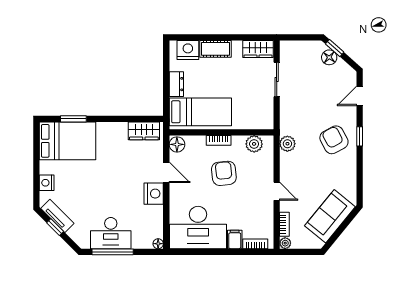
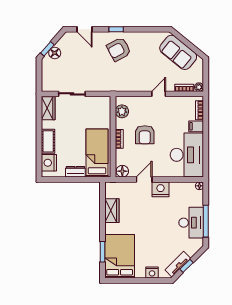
wardrobe: (144, 131) -> (112, 211), moved
plant: (287, 144) -> (122, 85), removed
armchair: (224, 173) -> (145, 135), turned -84

